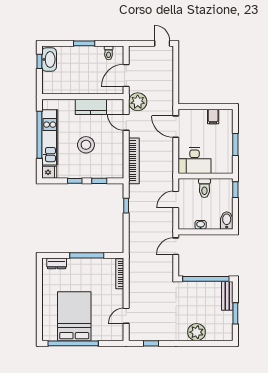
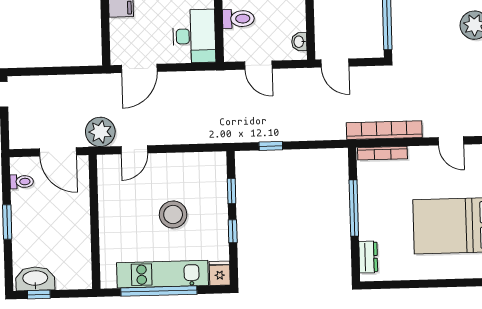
kitchen counter: (91, 107) -> (111, 208), removed
bookcase: (134, 161) -> (384, 130), moved
washbasin: (201, 225) -> (299, 42), moved

